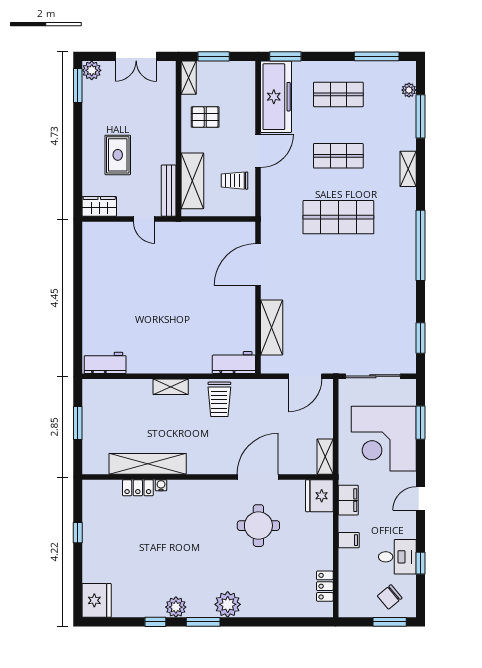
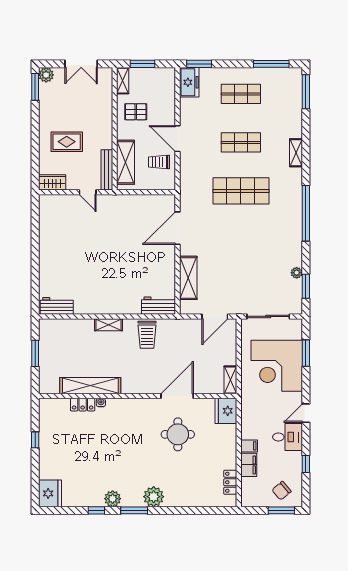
plant: (409, 90) -> (297, 273), moved
freezer: (276, 97) -> (189, 82), width x0.52, depth x0.79
window: (421, 116) -> (306, 92), moved
door: (258, 151) -> (177, 139), swing flipped
rug: (118, 155) -> (67, 142), turned 90
filing cabinet: (348, 500) -> (249, 465), moved
desk: (397, 557) -> (288, 437), moved

